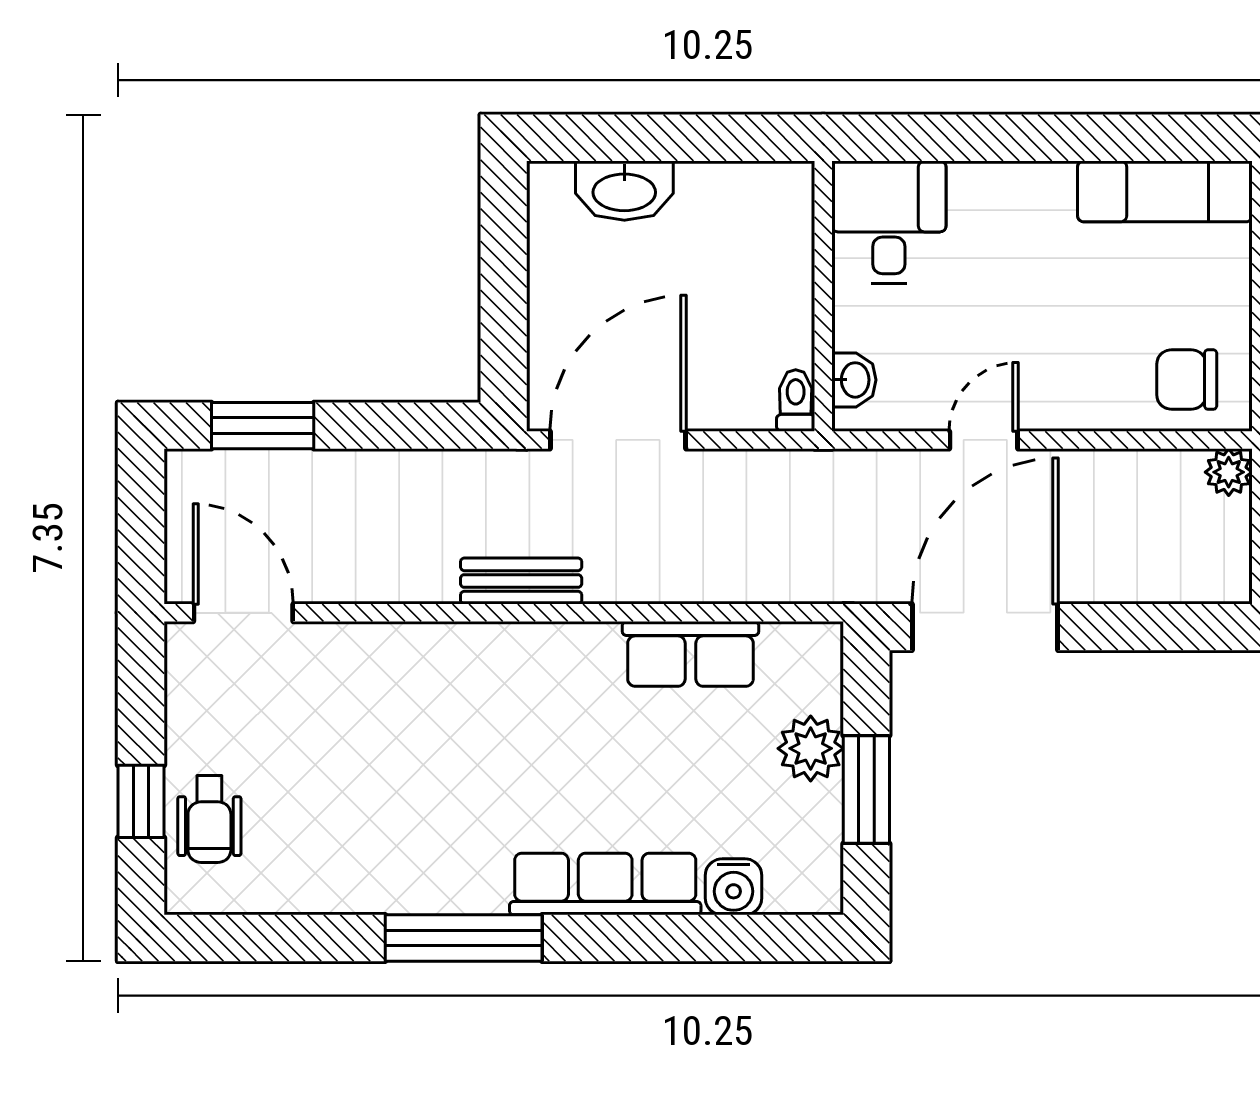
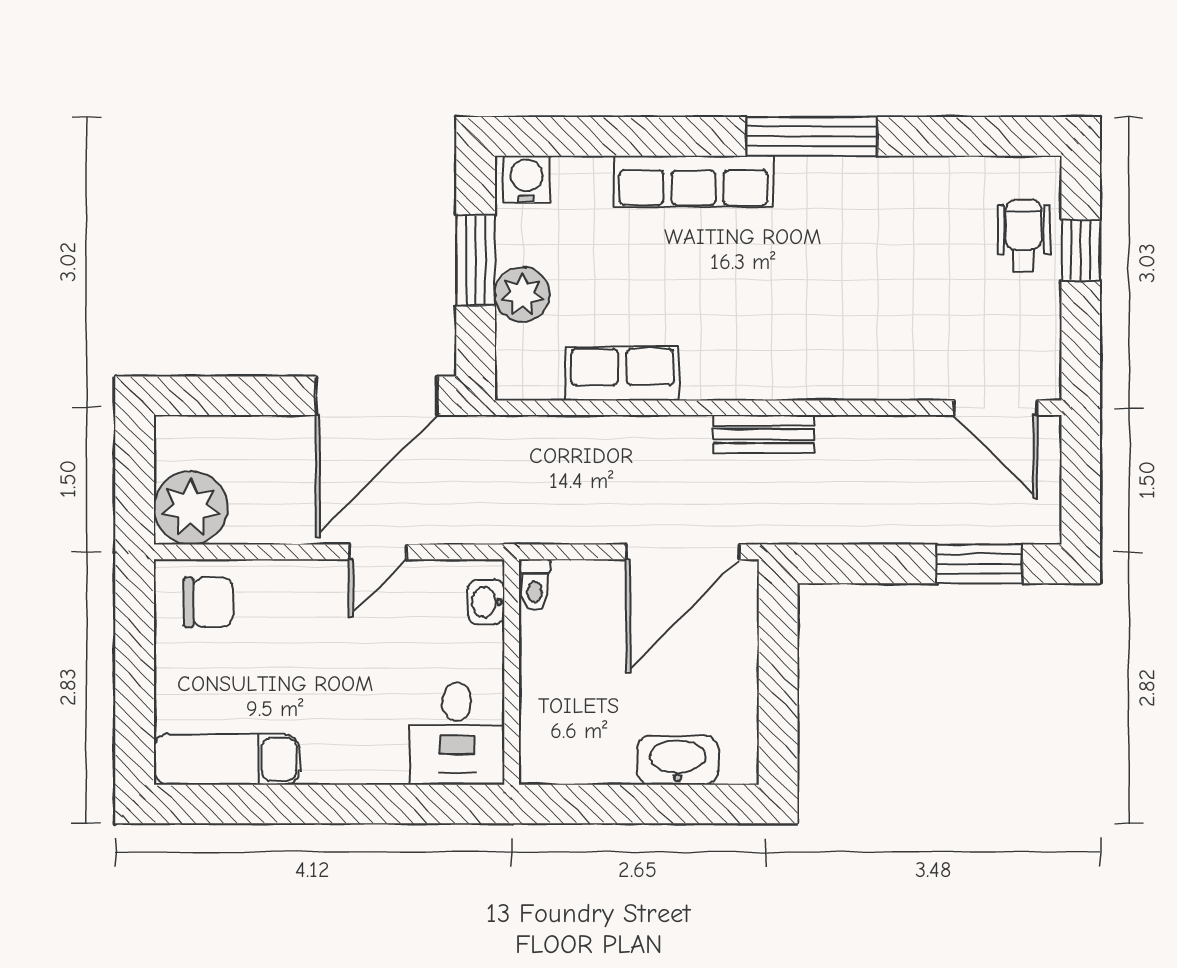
plant: (1229, 472) -> (190, 508), width x1.87, depth x1.87
water cooler: (734, 887) -> (526, 179), moved

